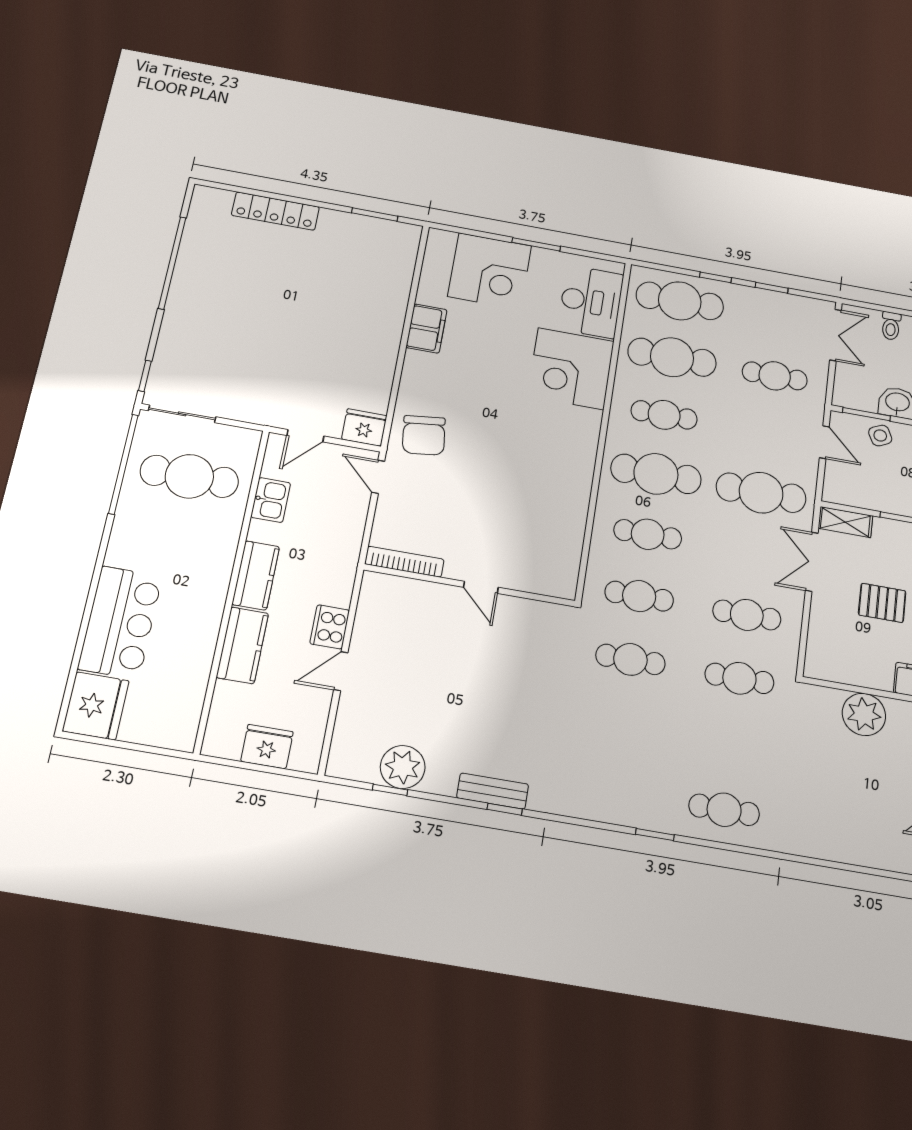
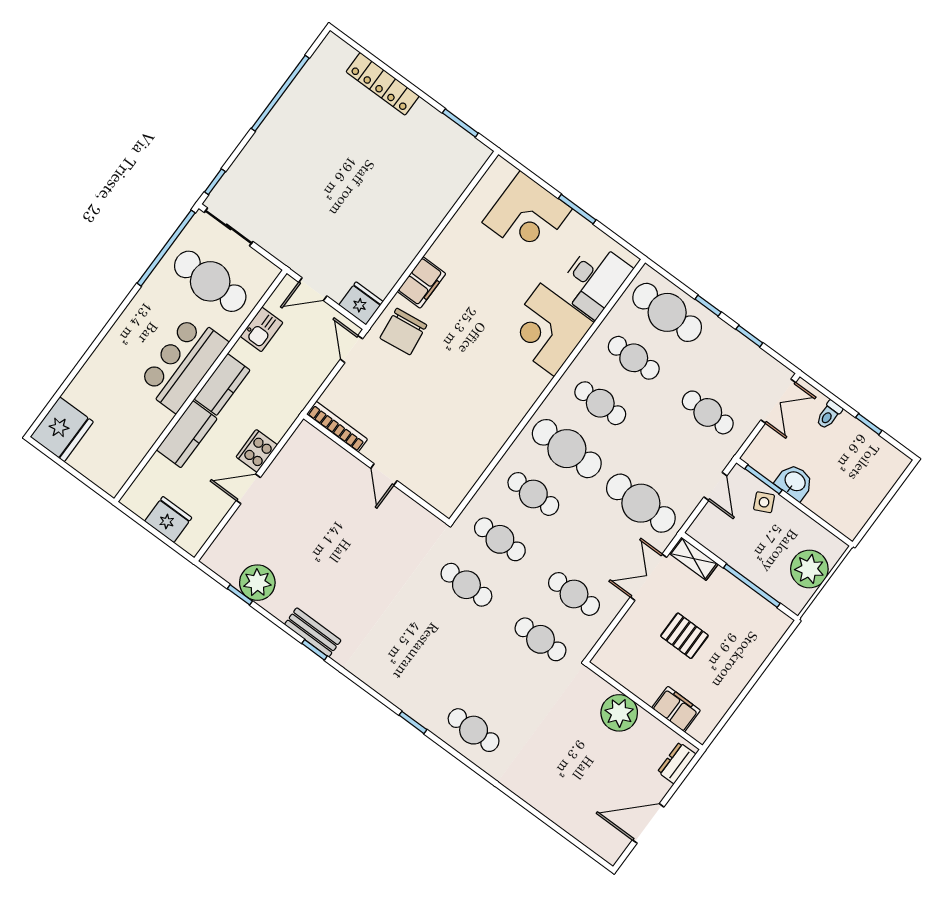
filing cabinet: (426, 329) -> (422, 282), moved
cafe table: (672, 357) -> (634, 358), width x0.73, depth x0.74
bar counter: (120, 622) -> (183, 364), moved, turned 180

